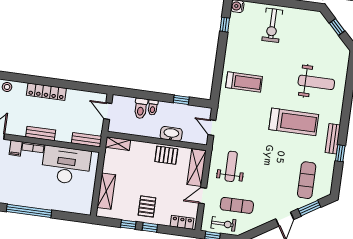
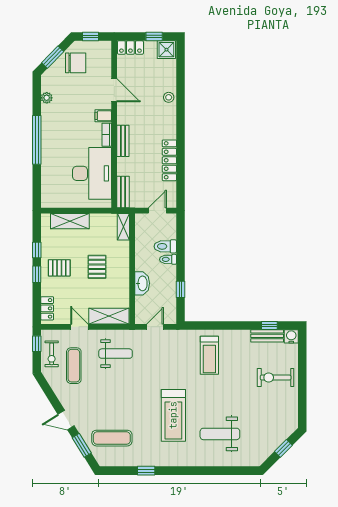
weight bench: (316, 82) -> (220, 434), turned 90
locker: (46, 92) -> (169, 160), moved
bench: (333, 139) -> (267, 336), moved
pallet: (166, 155) -> (97, 267), moved

